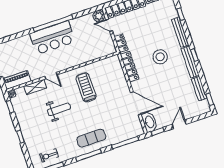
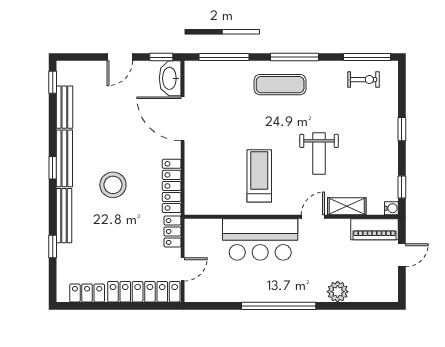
plant: (99, 16) -> (338, 292), moved
door: (109, 25) -> (183, 269), hinge flipped
bar counter: (52, 38) -> (260, 239), moved, turned 180
door: (51, 76) -> (313, 217), hinge flipped
treadmill: (86, 87) -> (259, 176), turned 180
weight bench: (59, 109) -> (319, 154), turned -90

